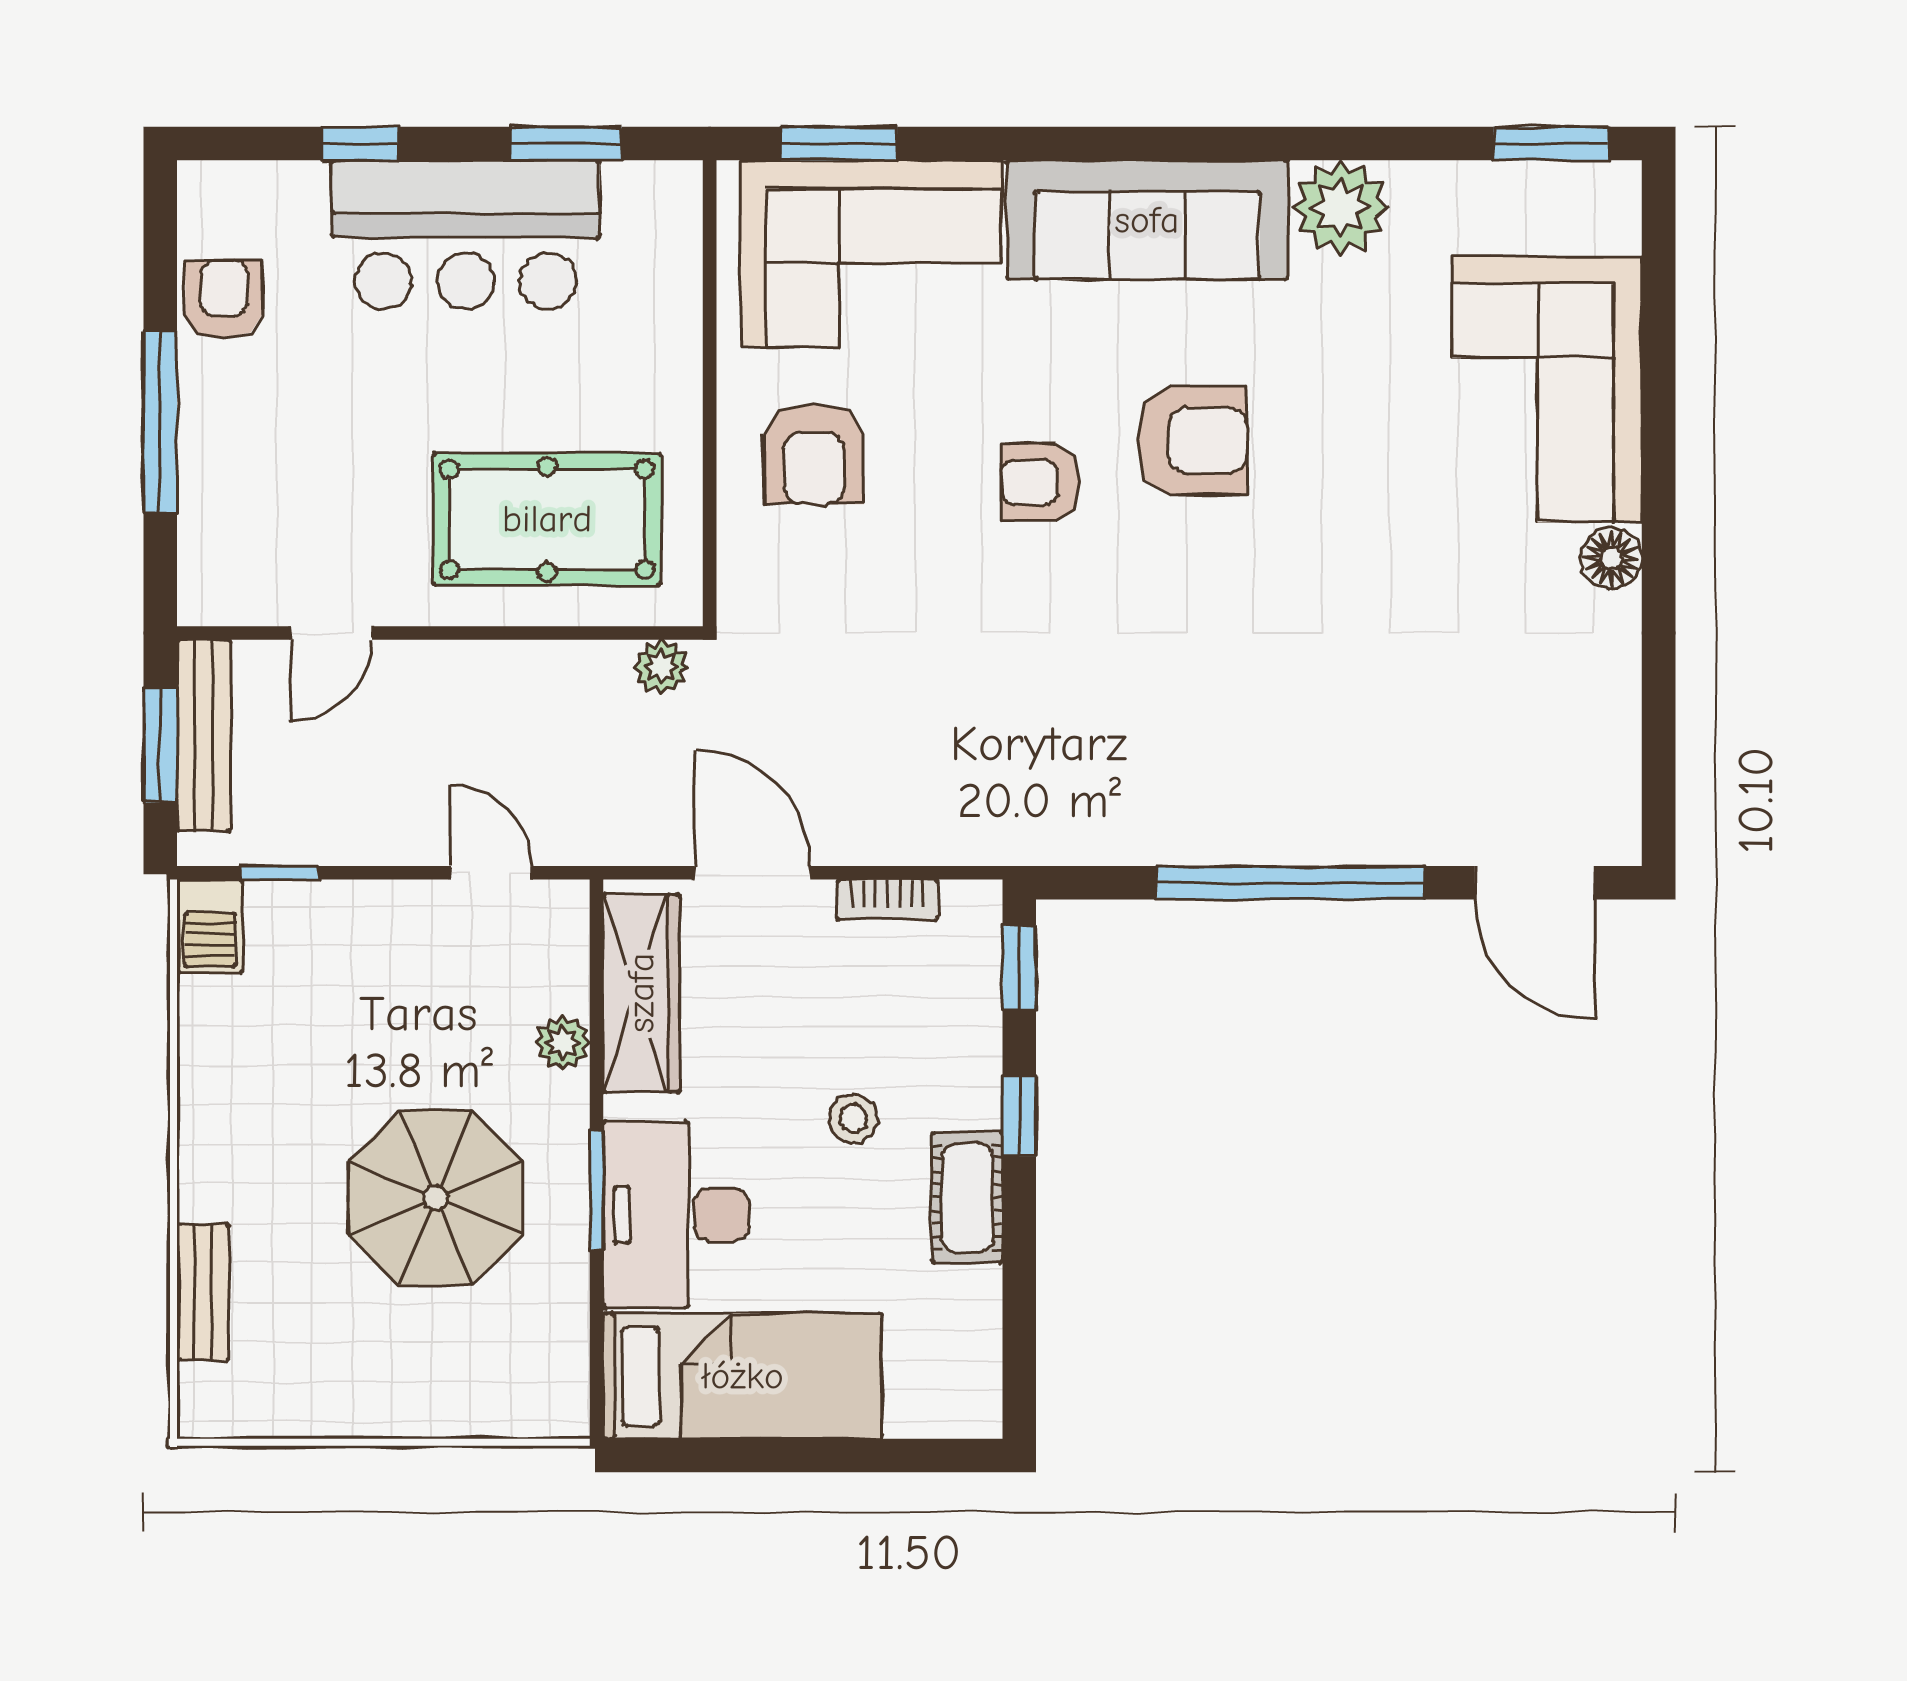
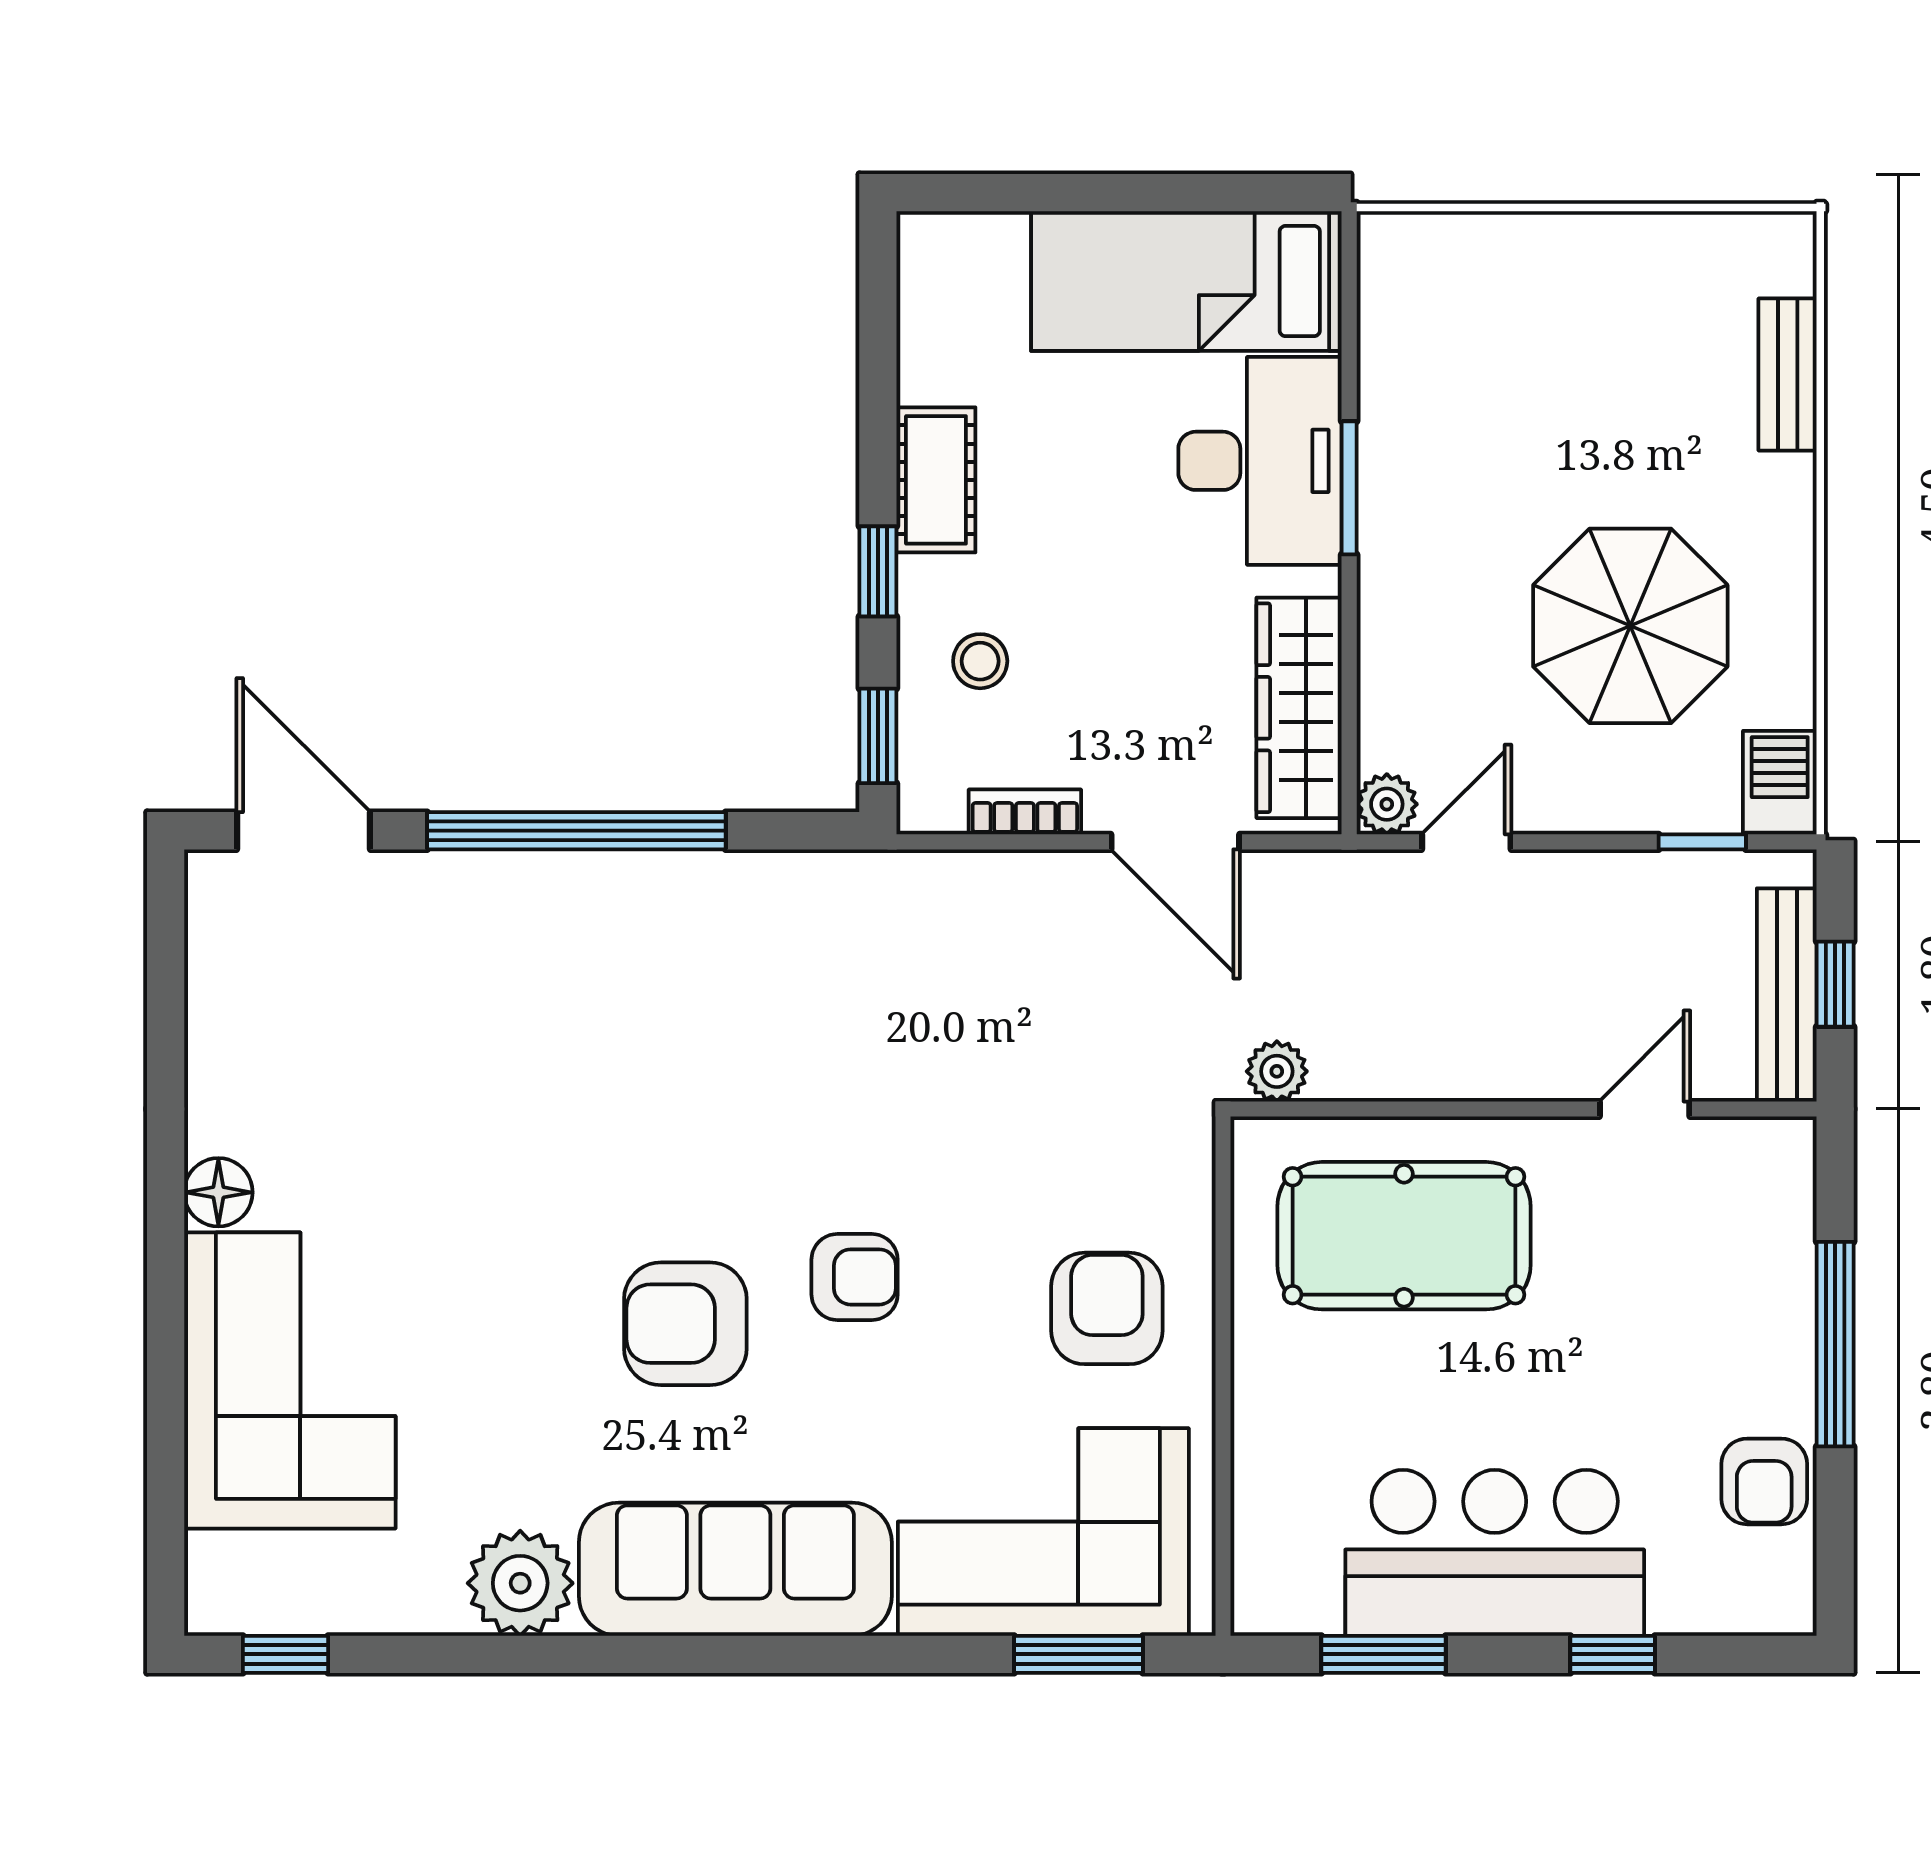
window: (1551, 144) -> (286, 1654), width x0.67
window: (160, 745) -> (1835, 984), width x0.67
door: (491, 873) -> (1466, 842), swing flipped
plant: (563, 1043) -> (1387, 804), moved
stool: (853, 1118) -> (980, 661), moved
parasol: (435, 1198) -> (1630, 626), moved

